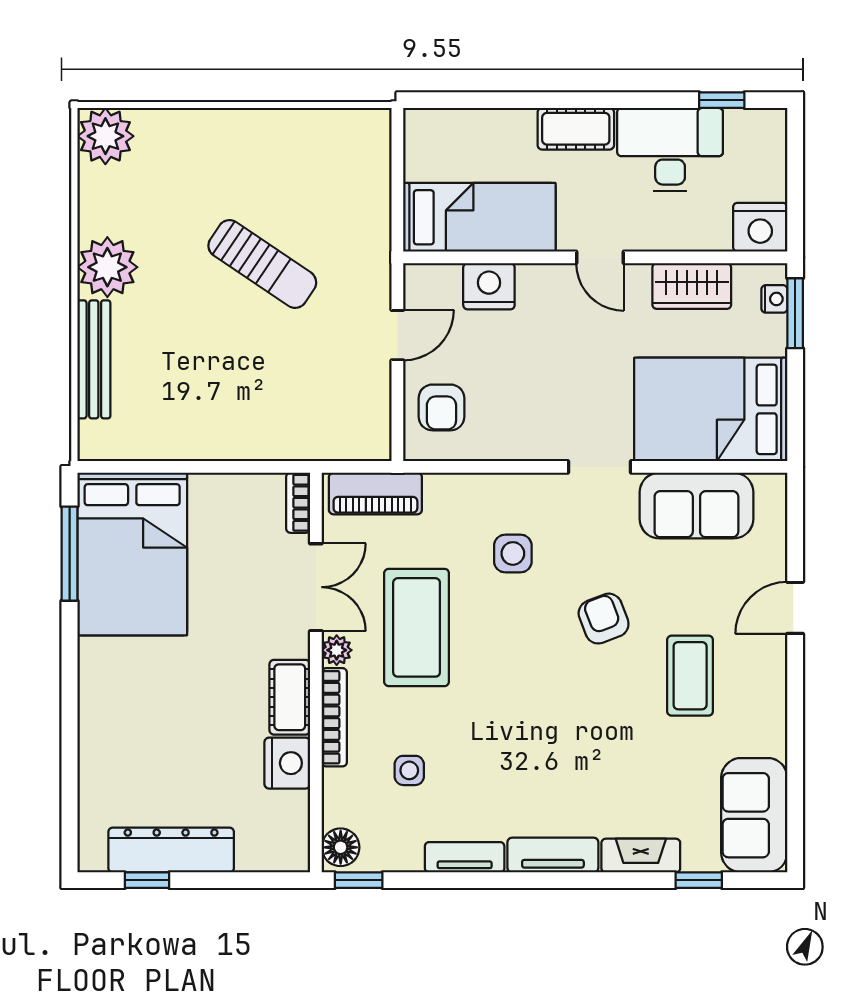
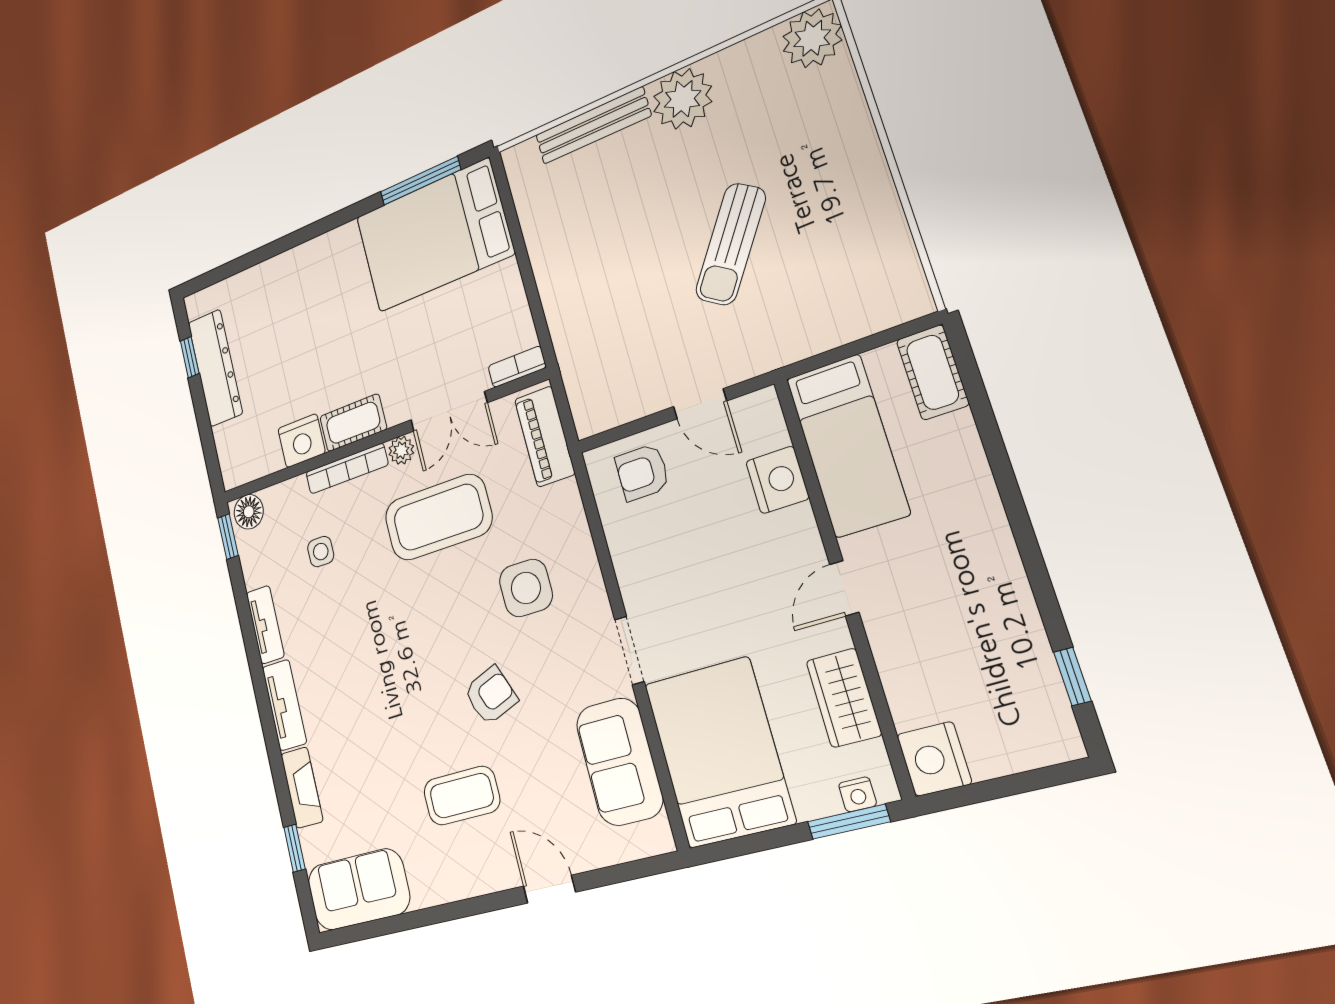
cot: (576, 129) -> (933, 372), moved
desk: (670, 150) -> (992, 632), removed
side table: (513, 553) -> (526, 588), width x1.37, depth x1.37

